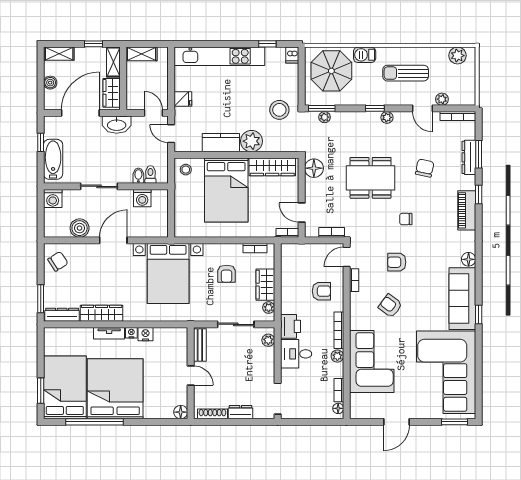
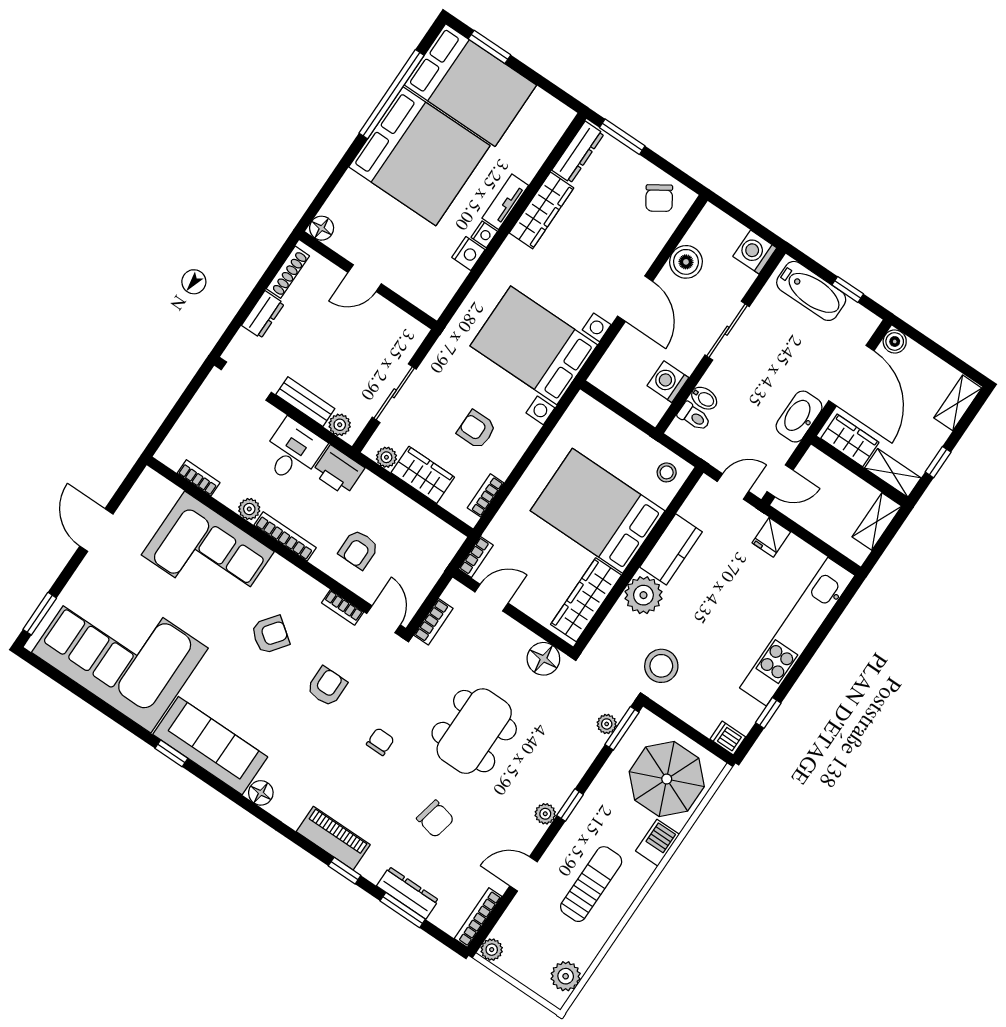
boiler: (50, 83) -> (895, 341), moved
plant: (442, 99) -> (492, 950), moved
bench: (200, 345) -> (305, 402), moved
floor lamp: (338, 408) -> (173, 459), removed

